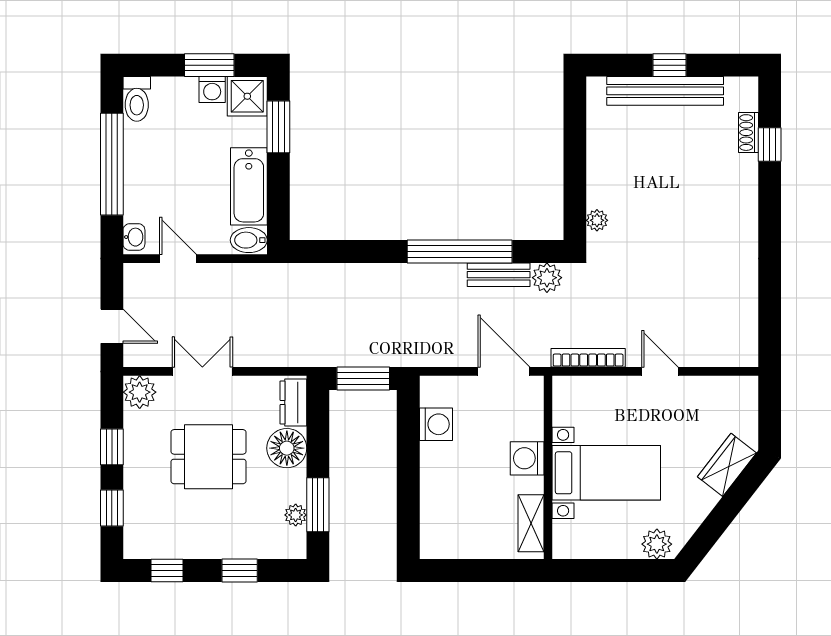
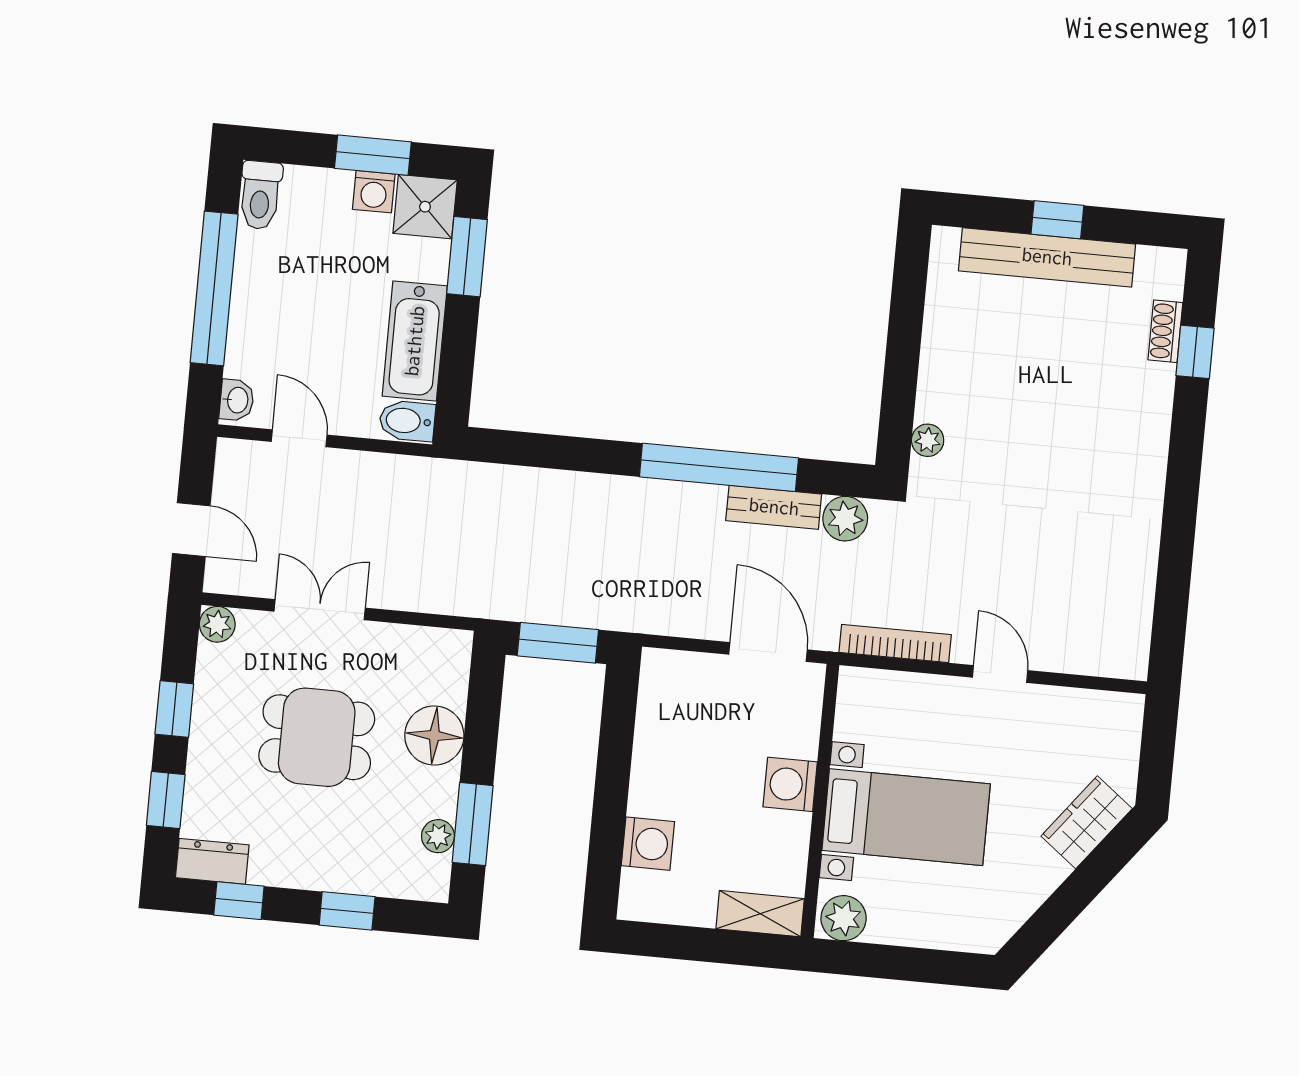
plant: (140, 392) -> (217, 624), width x0.73, depth x0.73
dresser: (293, 403) -> (212, 861), moved, turned 90
washing machine: (436, 424) -> (648, 844), moved
shelving: (531, 523) -> (760, 914), moved, turned 90
plant: (657, 544) -> (844, 918), moved

